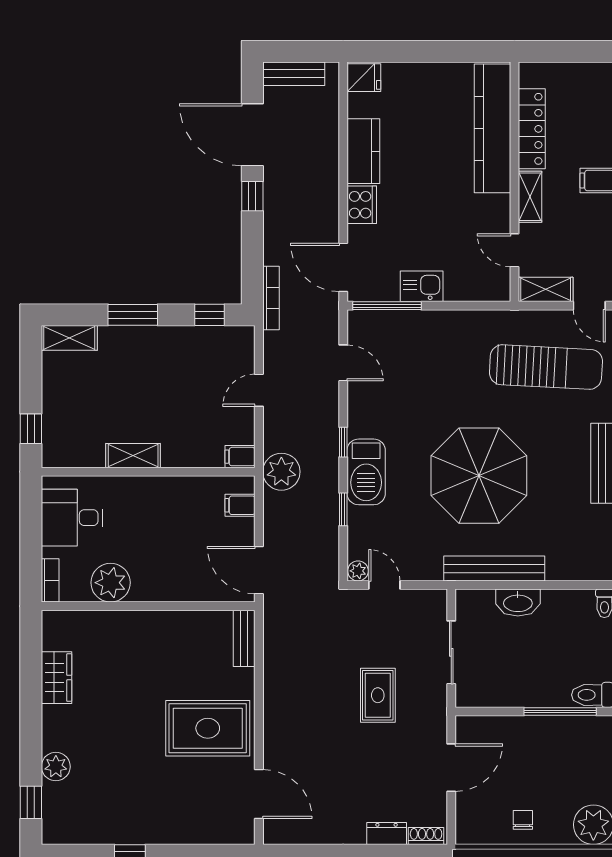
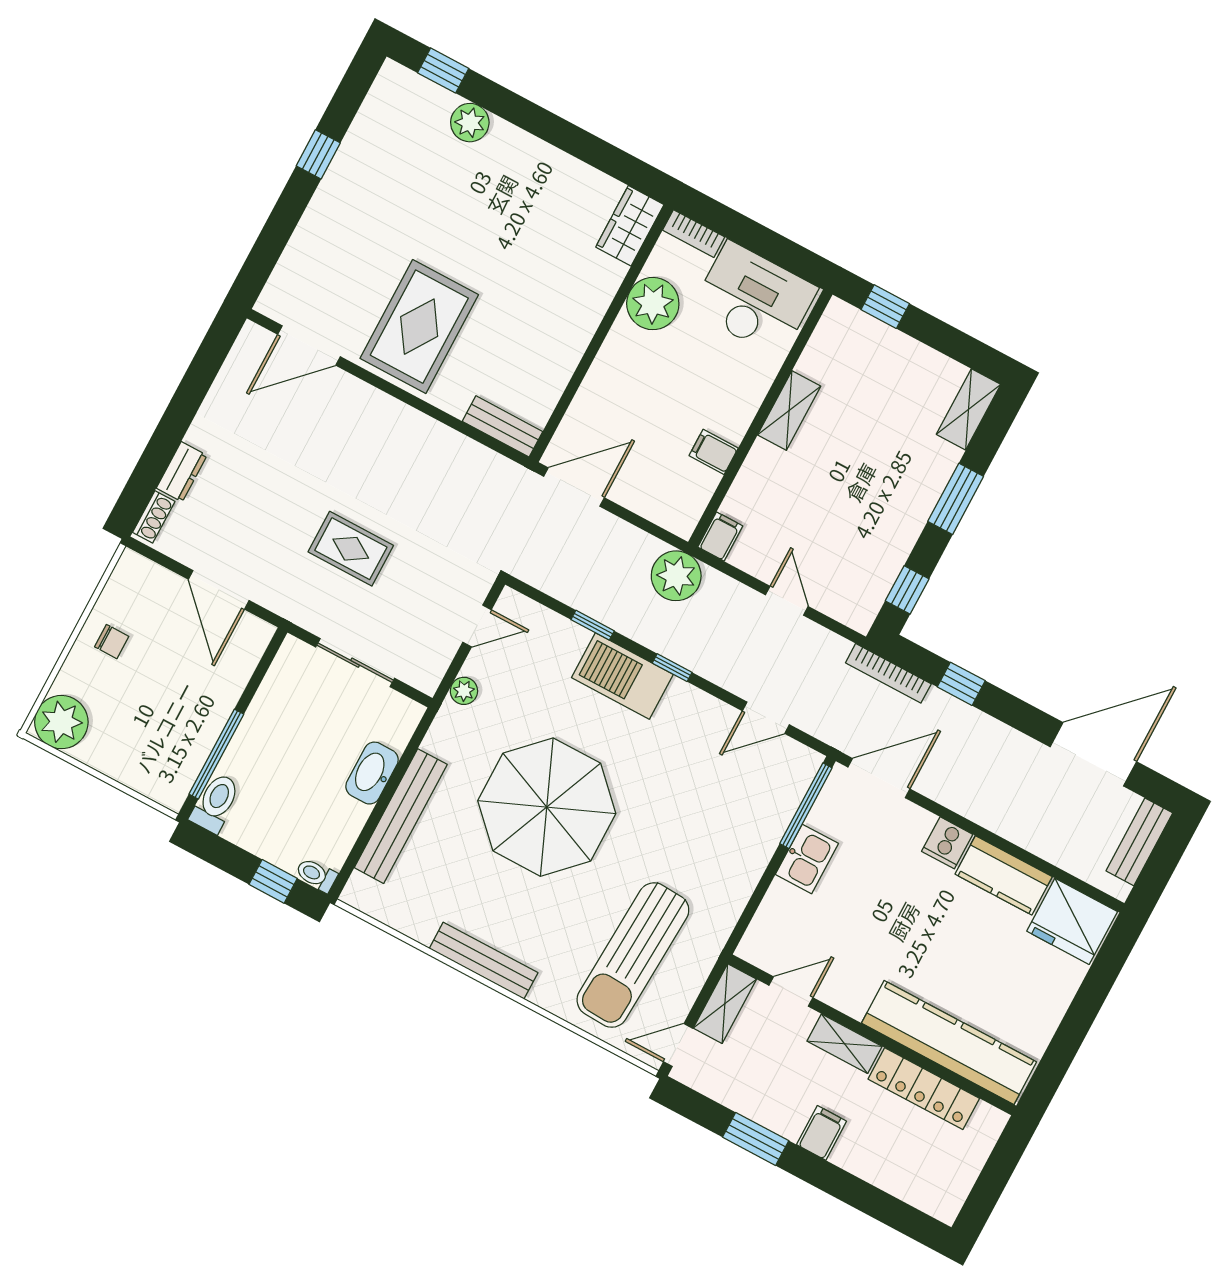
fridge: (364, 78) -> (1072, 921), width x1.88, depth x1.34
window: (252, 196) -> (961, 684), moved
cooker: (362, 205) -> (947, 843), width x0.73
filing cabinet: (240, 505) -> (714, 452), moved, turned -90
desk: (72, 518) -> (754, 299), width x1.37
bench: (494, 569) -> (401, 816), moved
plant: (358, 571) -> (464, 691), moved
wardrobe: (57, 678) -> (630, 226), moved, turned 90

